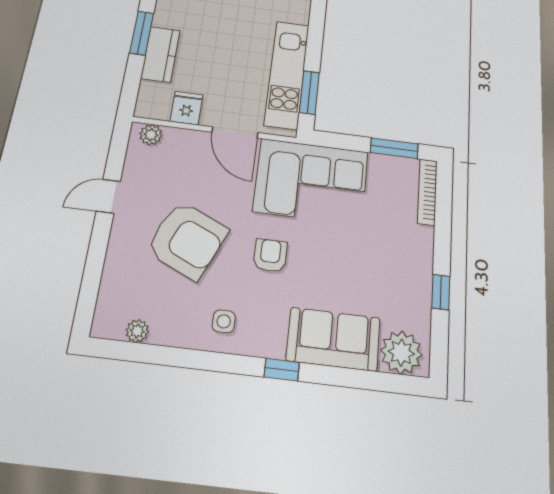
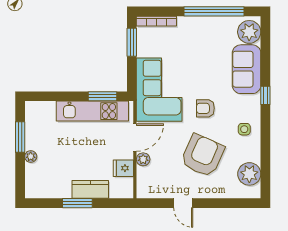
plant: (151, 135) -> (143, 159), moved
window: (441, 292) -> (214, 11), width x3.17
plant: (137, 331) -> (249, 174), width x1.88, depth x1.88

